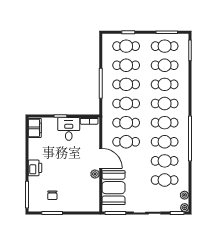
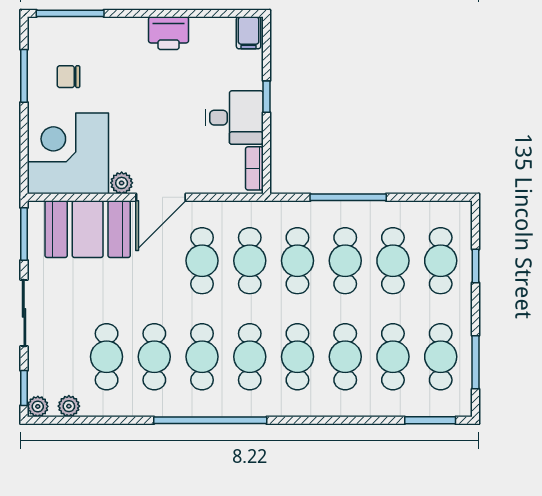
filing cabinet: (35, 128) -> (249, 33), width x0.50
printer: (35, 168) -> (169, 33), moved
corner desk: (83, 196) -> (68, 153), added

